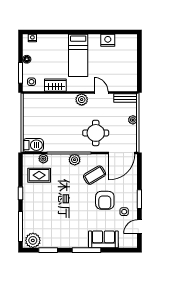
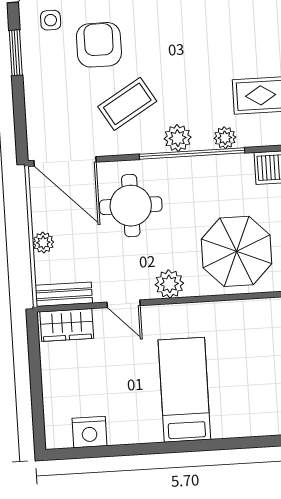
nightstand: (108, 40) -> (89, 432), moved
wardrobe: (55, 85) -> (67, 325), moved
parasol: (53, 111) -> (237, 251), added
door: (122, 153) -> (65, 161), swing flipped
plant: (43, 159) -> (225, 138), moved

